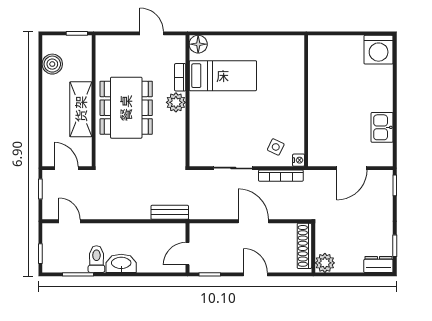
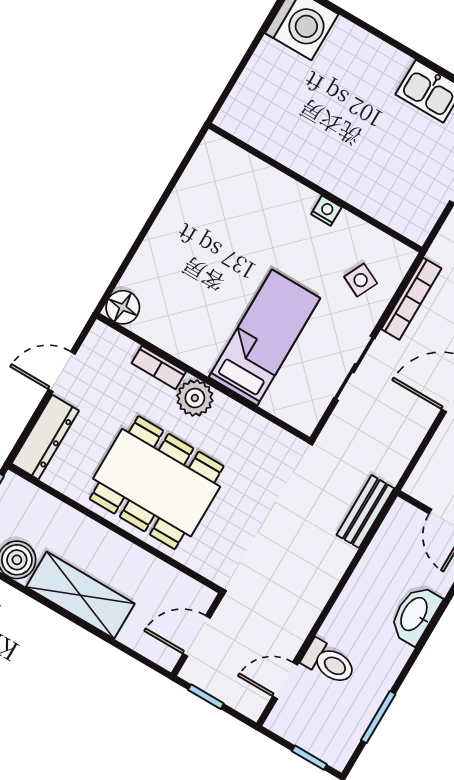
dresser: (117, 44) -> (45, 437), added
bed: (223, 76) -> (264, 338), moved
shelving: (81, 109) -> (80, 595), moved
nightstand: (299, 160) -> (326, 211), moved
toilet: (96, 259) -> (329, 662), moved, turned 180
washbasin: (121, 263) -> (415, 615), moved

